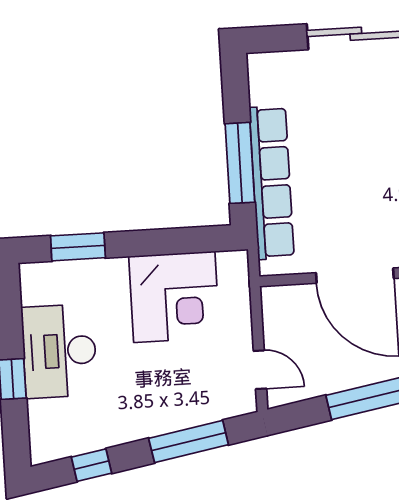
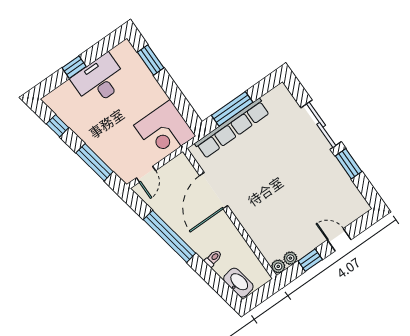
corner desk: (174, 297) -> (165, 131), moved

